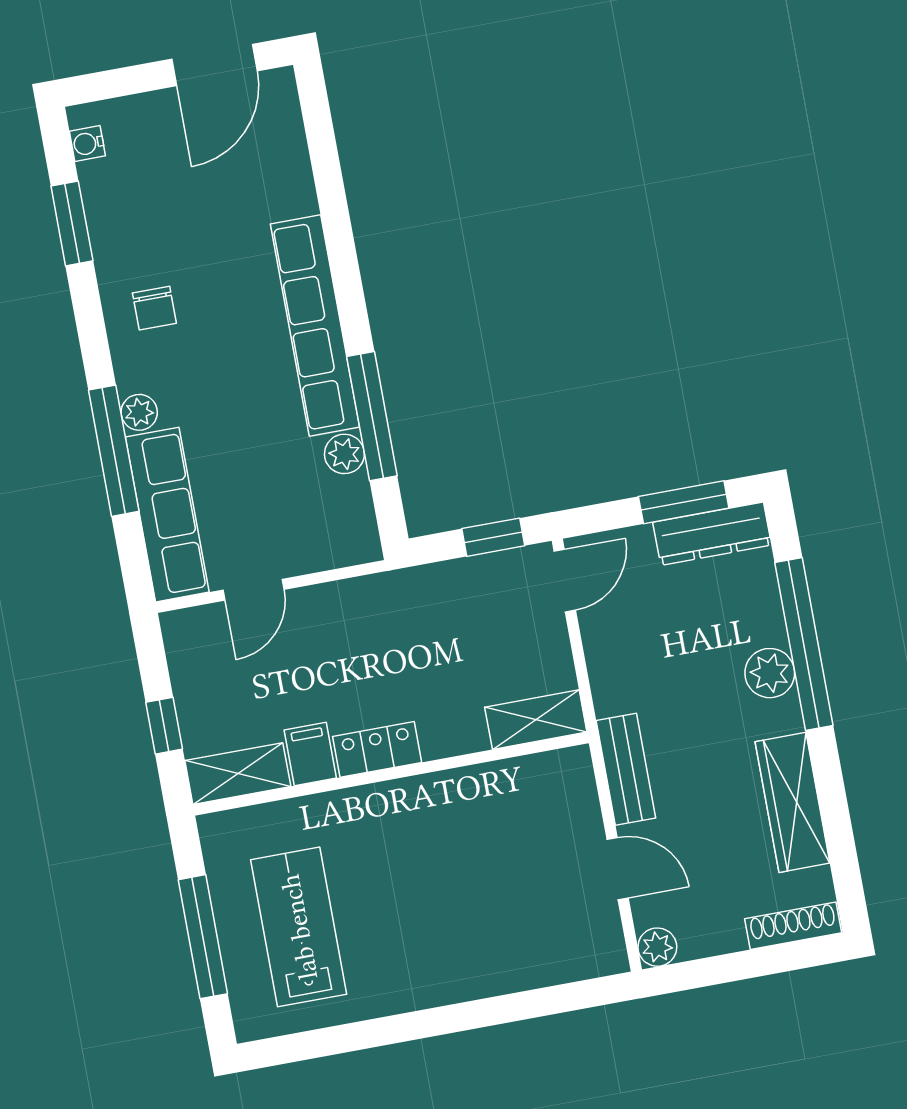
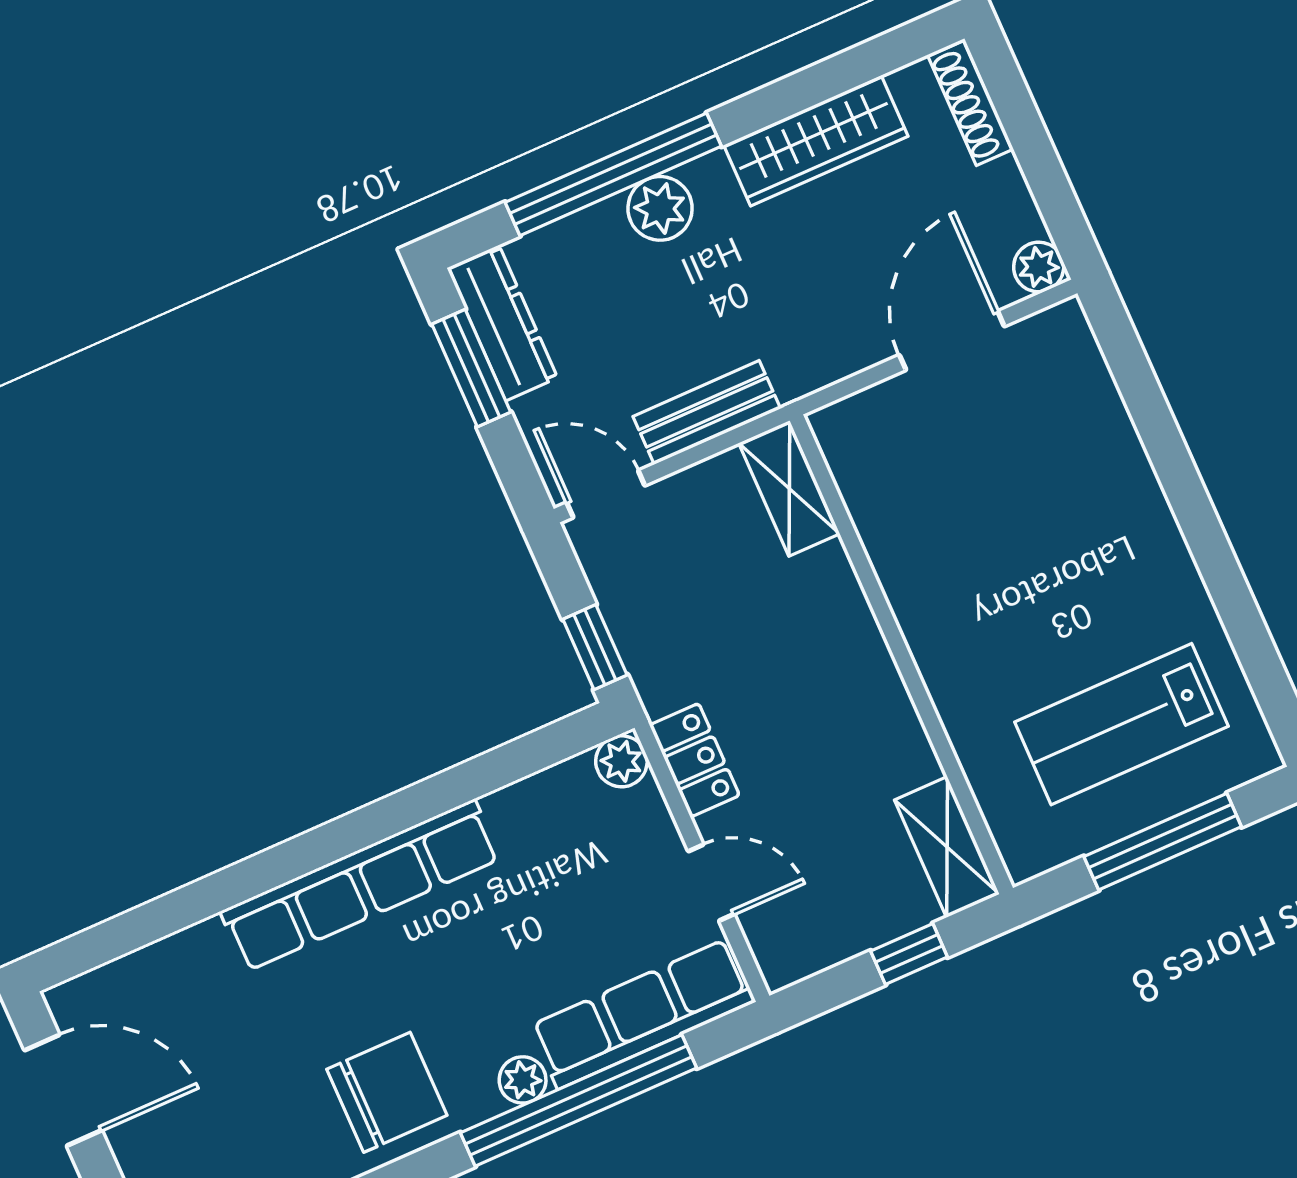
chair: (154, 308) -> (387, 1092), width x1.87, depth x1.87
window: (372, 416) -> (457, 786), removed
window: (114, 451) -> (579, 1100), width x1.46
plant: (344, 454) -> (621, 761), moved
window: (493, 537) -> (595, 647), moved
locker: (377, 749) -> (694, 760), moved, turned 180
filing cabinet: (310, 754) -> (901, 762), removed
bench: (626, 769) -> (707, 412), moved
door: (618, 869) -> (952, 341), width x1.38

